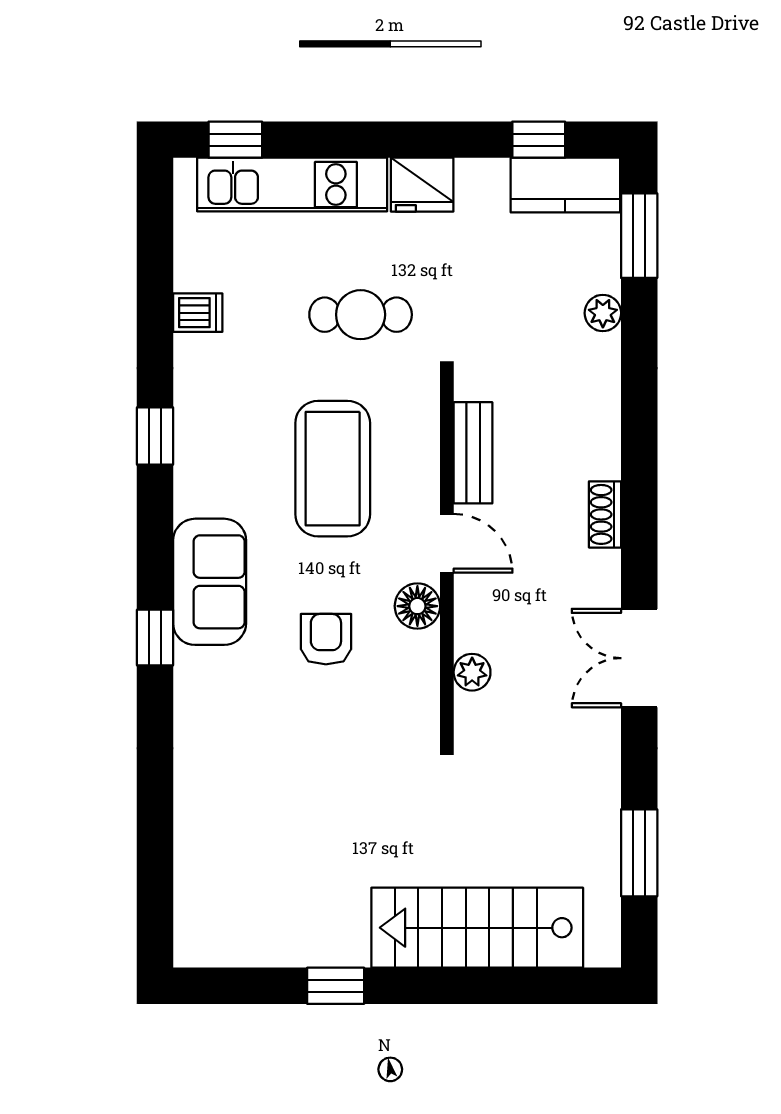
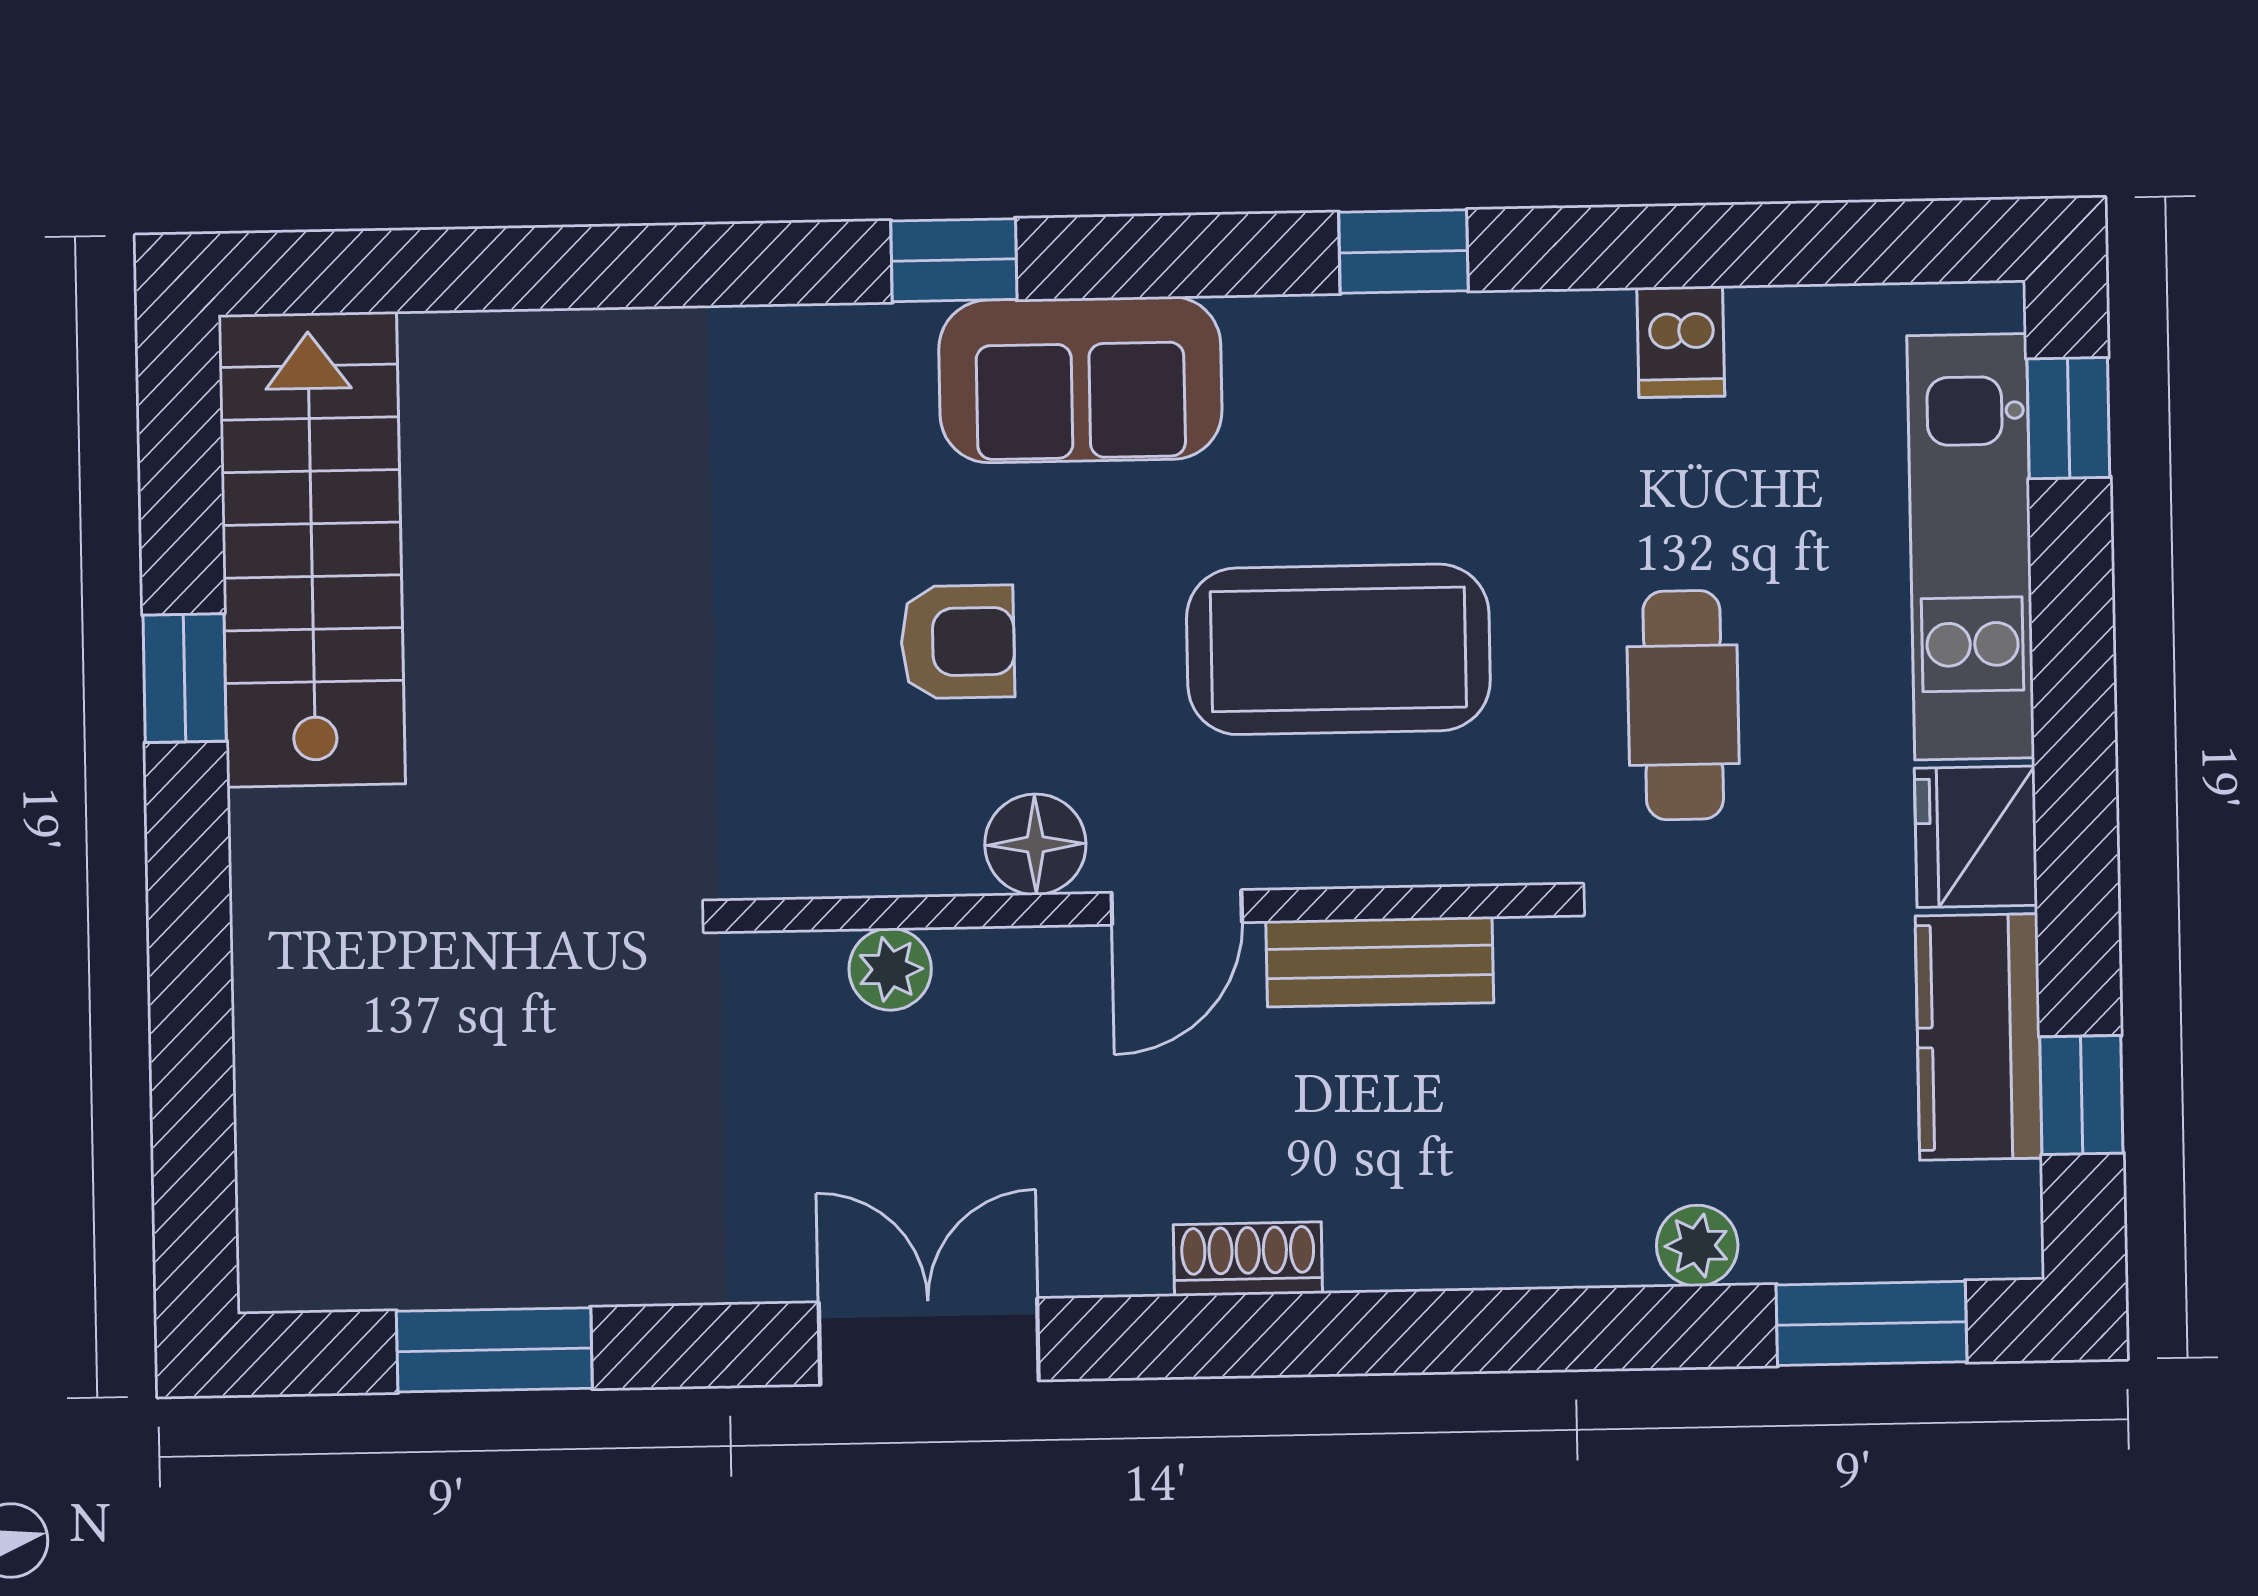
kitchen counter: (565, 185) -> (1979, 1037), moved
stairs: (477, 928) -> (312, 549), moved

